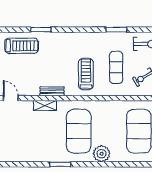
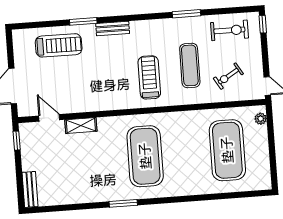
bench: (52, 91) -> (113, 29), moved
shelving: (45, 105) -> (81, 126), moved
plant: (102, 154) -> (179, 185), removed

